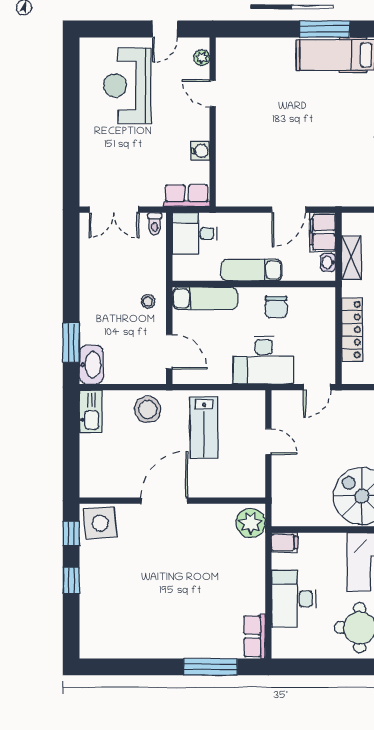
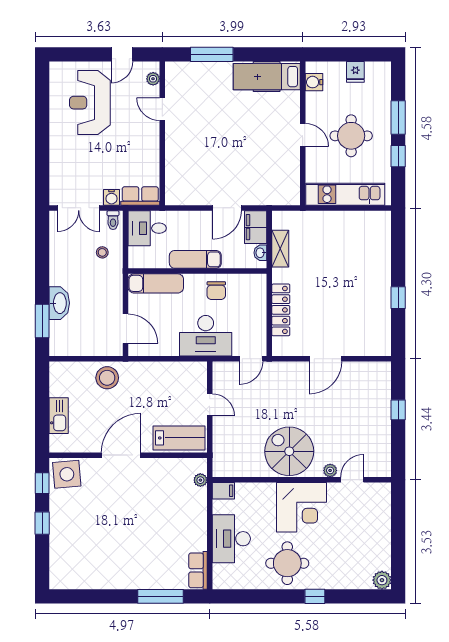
window: (325, 29) -> (212, 54), moved
water cooler: (200, 151) -> (111, 197), moved, turned 90
stool: (148, 301) -> (102, 252), moved
washbasin: (91, 365) -> (59, 303), moved
kitchen sink: (91, 411) -> (59, 416), moved
lab bench: (204, 427) -> (179, 438), moved, turned -90
plant: (251, 523) -> (200, 480), width x0.53, depth x0.53

